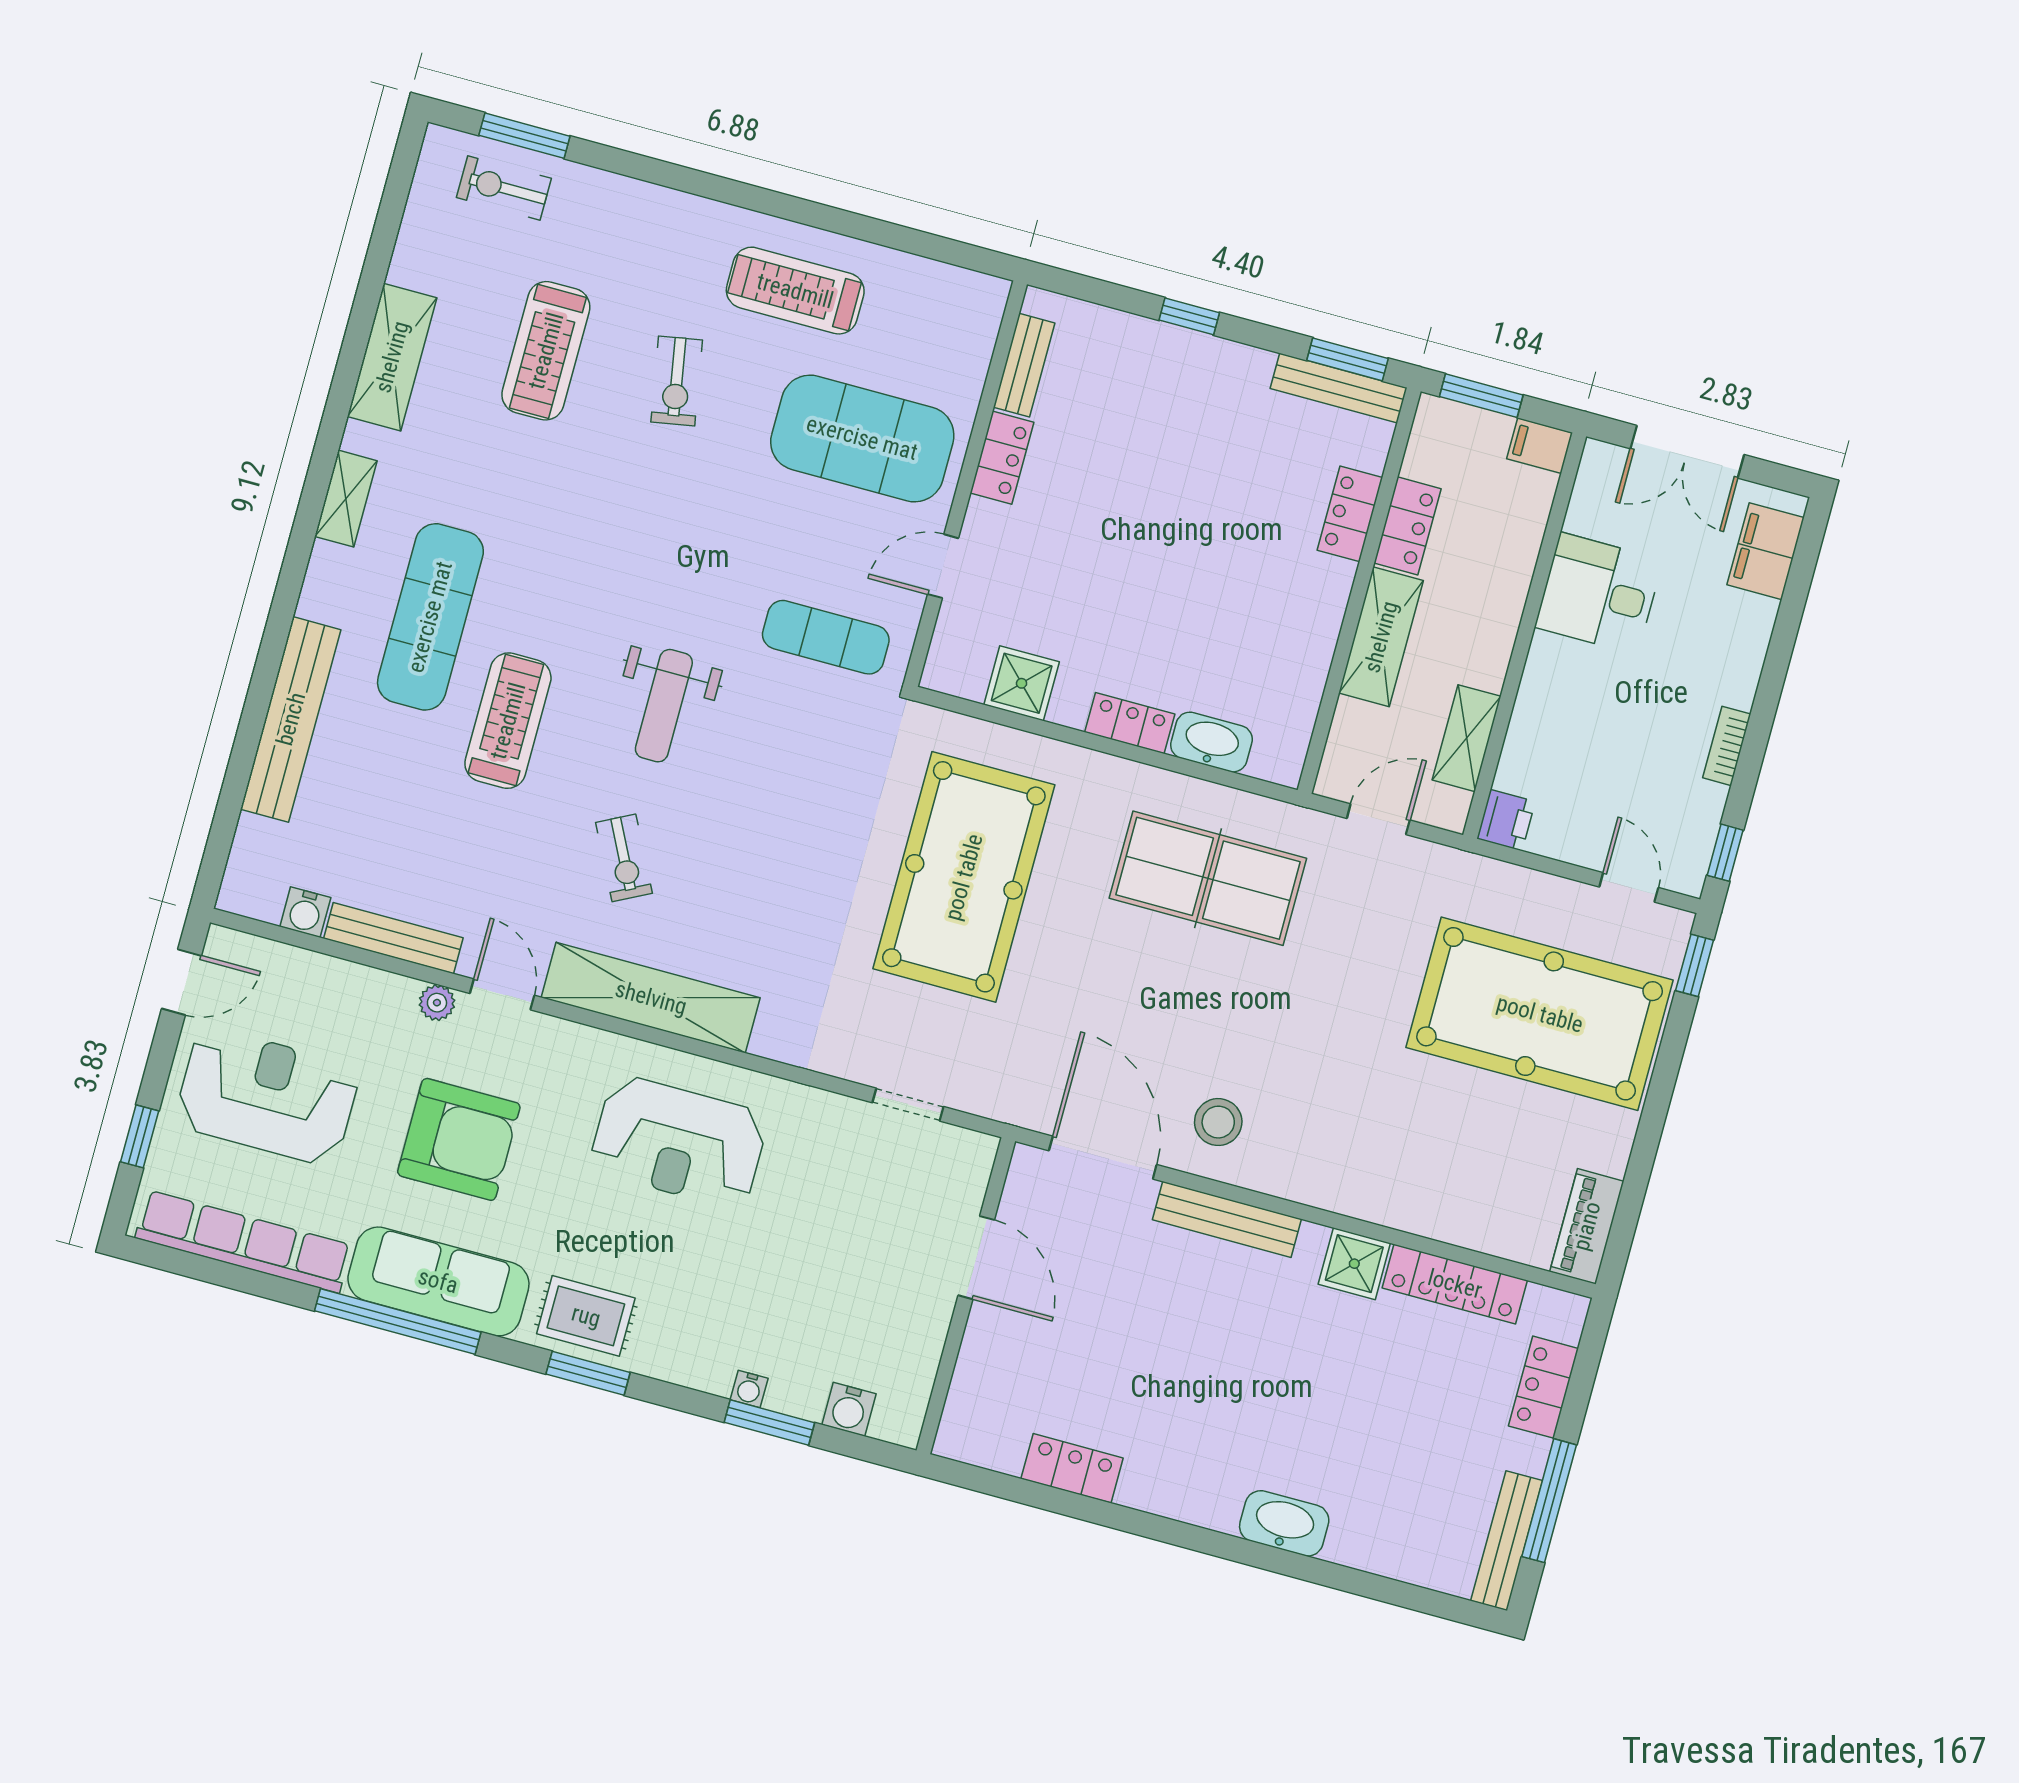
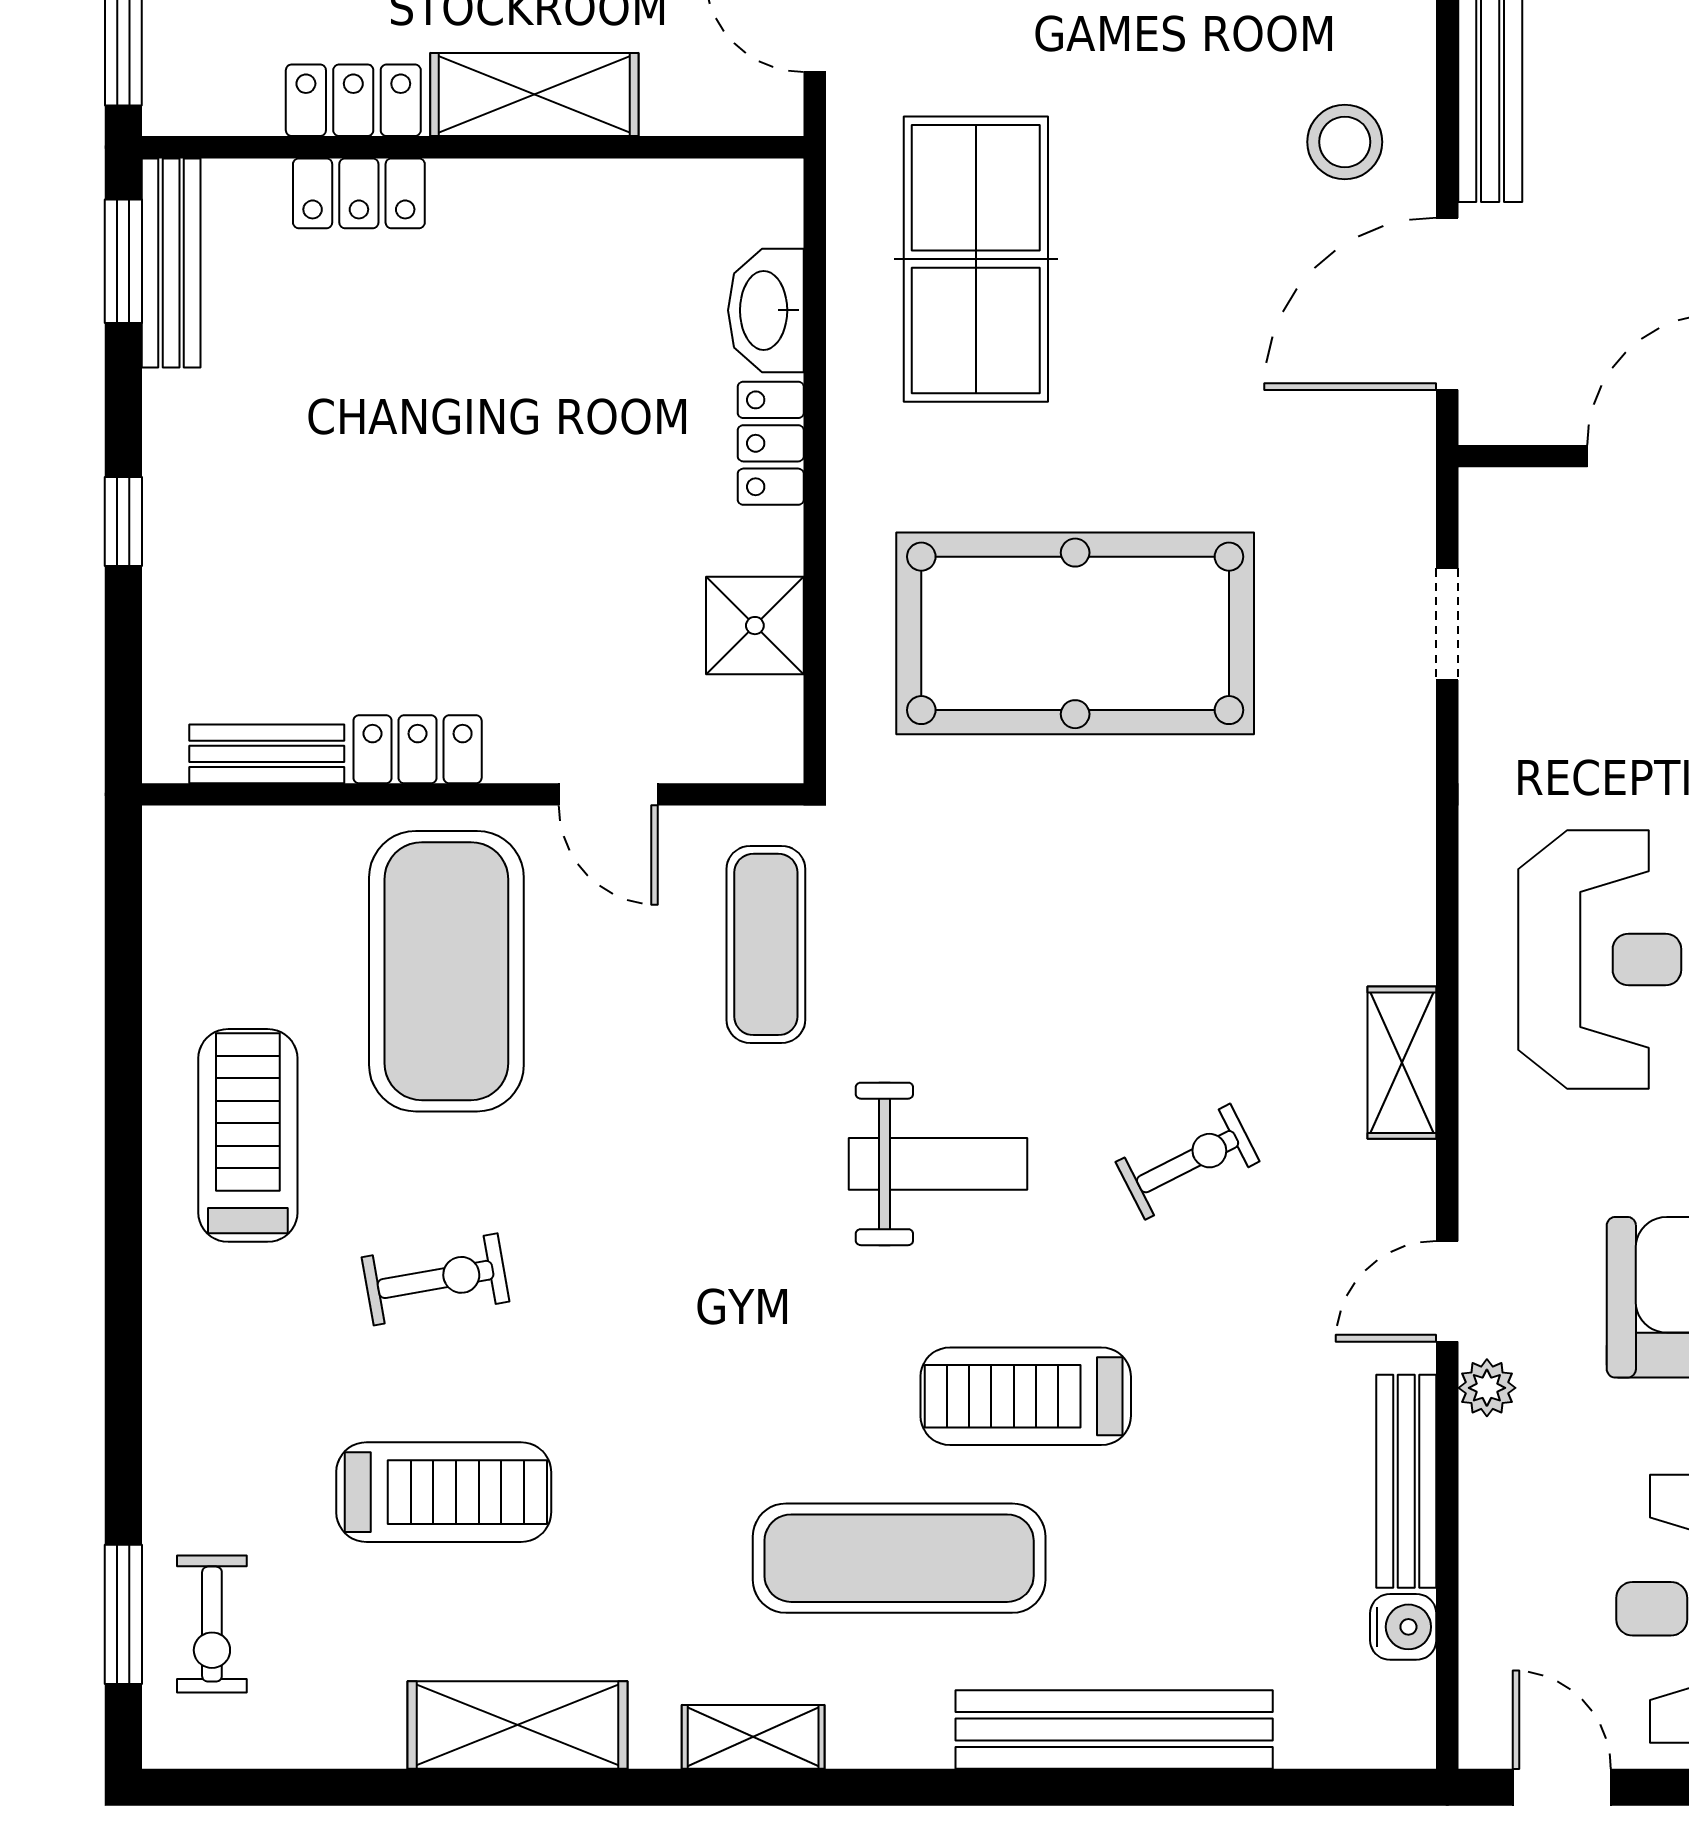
treadmill: (795, 291) -> (248, 1135), turned 180
shelving: (651, 998) -> (1402, 1063), width x0.45, depth x0.75

